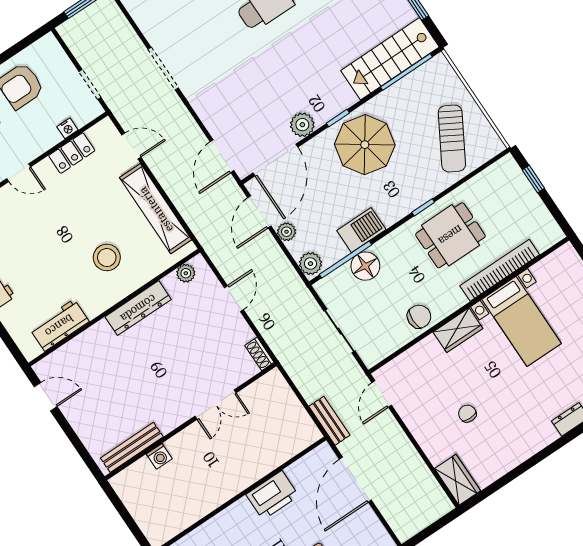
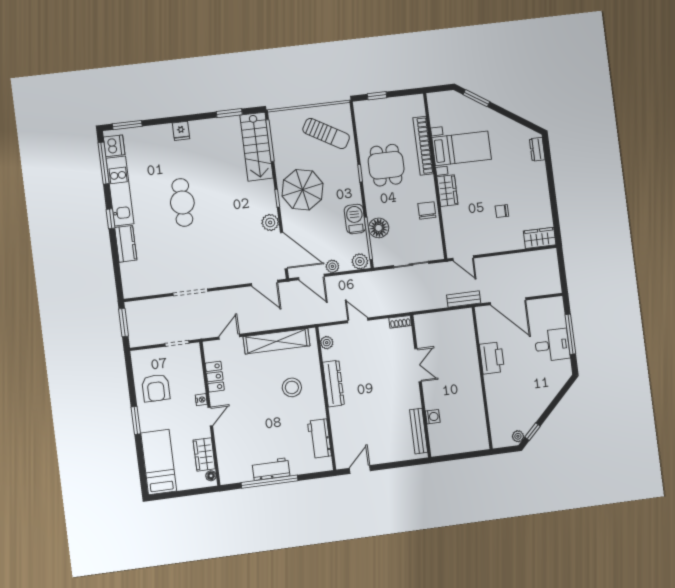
nightstand: (67, 128) -> (201, 400), moved

